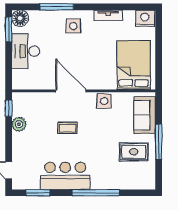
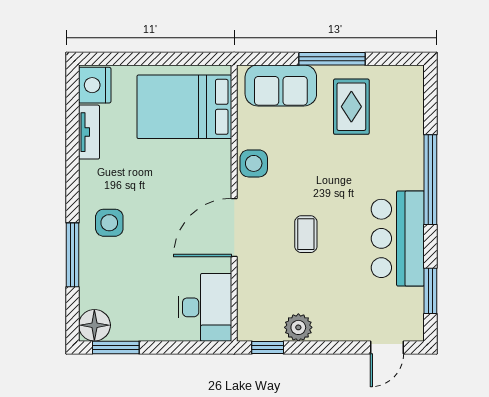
tv unit: (108, 15) -> (89, 132), moved
desk: (26, 51) -> (205, 307), moved, turned -90

